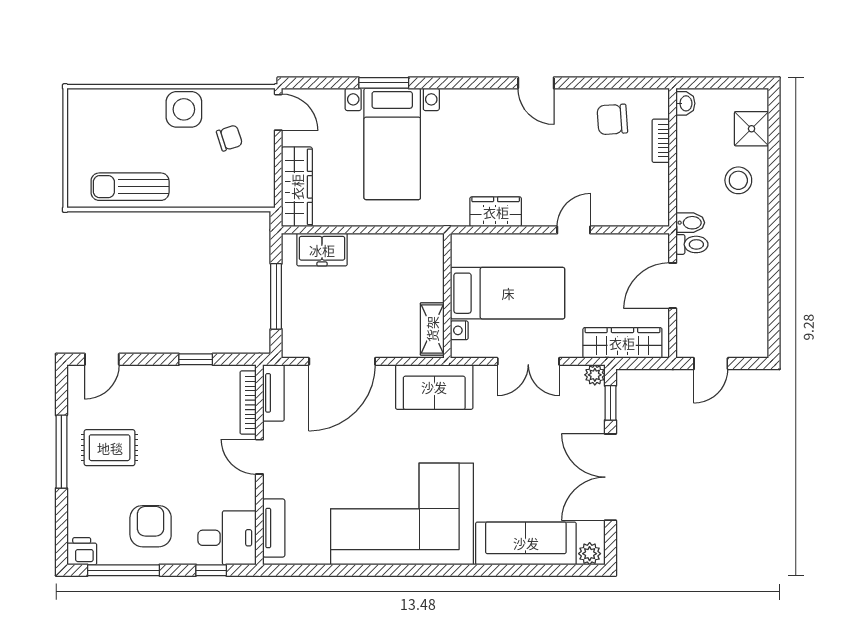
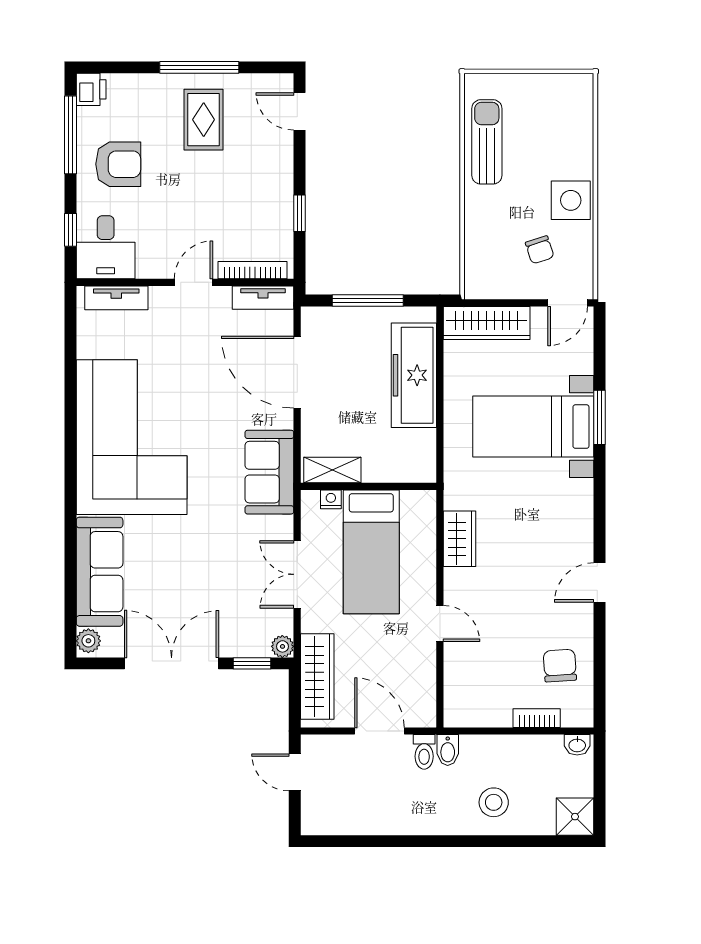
shower: (752, 129) -> (575, 817), moved
freezer: (322, 250) -> (414, 375), width x1.91, depth x1.26

